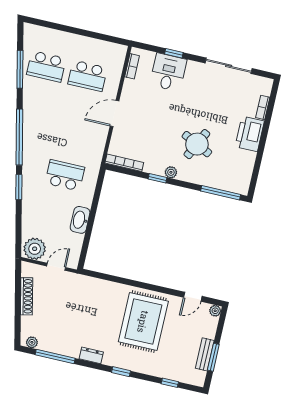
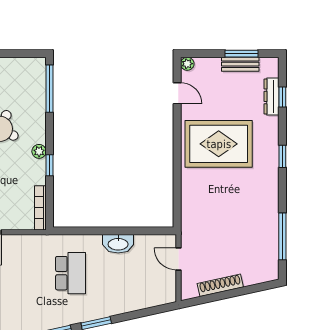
school desk: (65, 175) -> (70, 273), turned 180
plant: (35, 249) -> (163, 289), removed
plant: (32, 342) -> (272, 267), removed
dresser: (91, 355) -> (272, 96), moved, width x1.44

